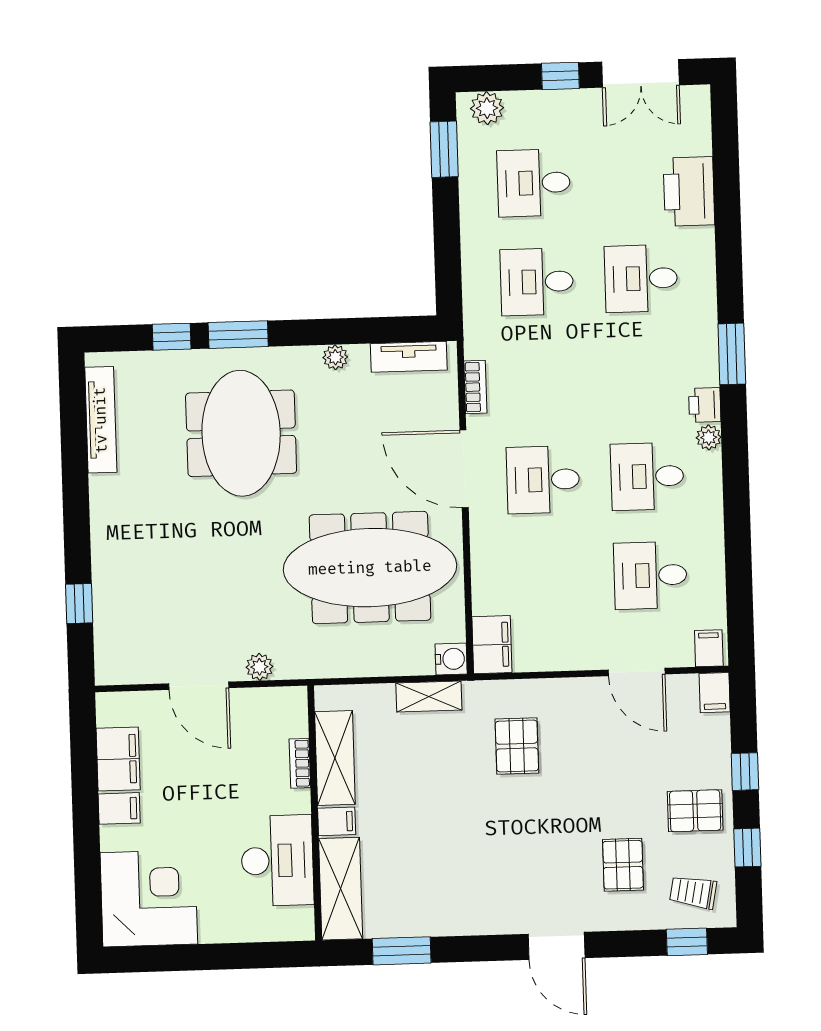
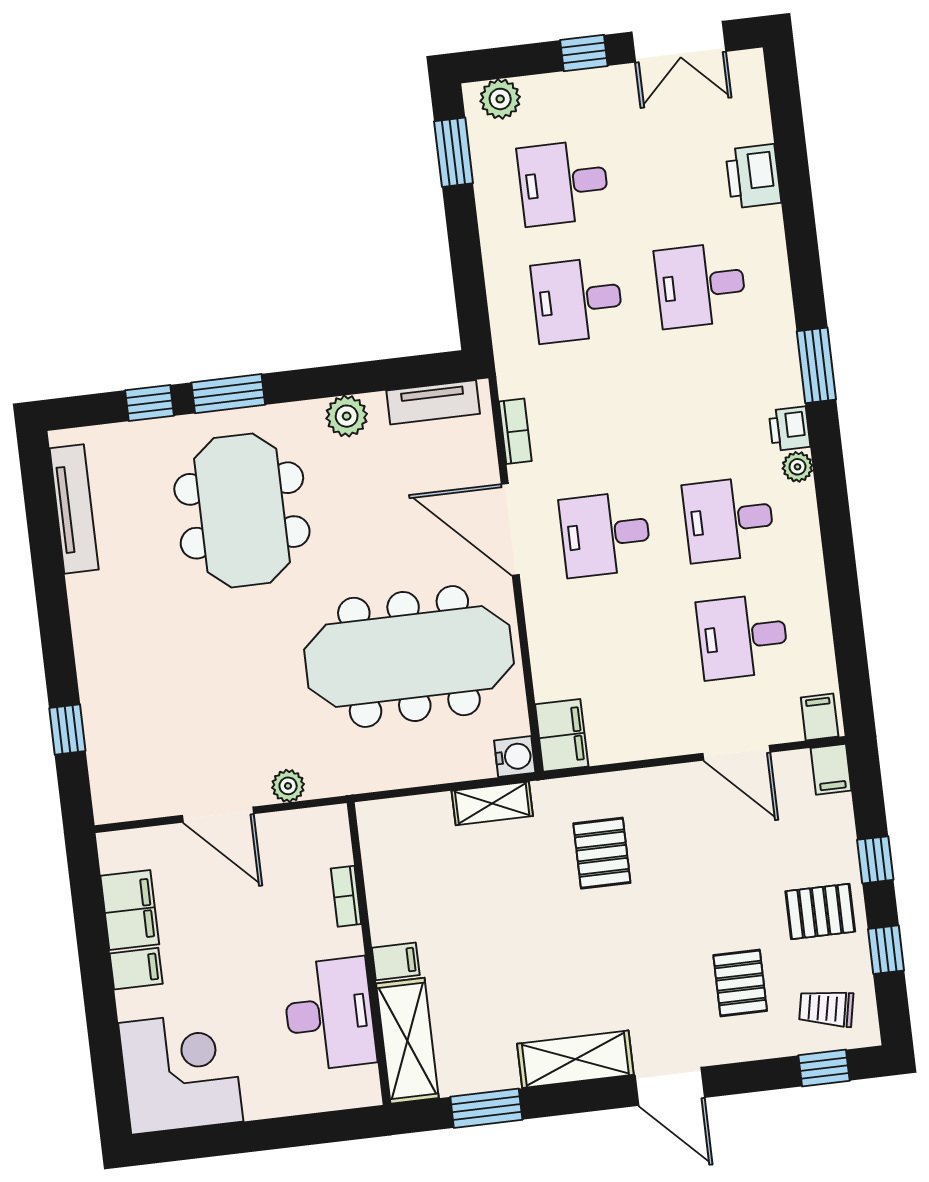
printer: (689, 191) -> (753, 176), width x0.73, depth x0.84
plant: (335, 357) -> (347, 416), width x1.38, depth x1.38
shelving: (335, 758) -> (575, 1059), moved, turned 90

